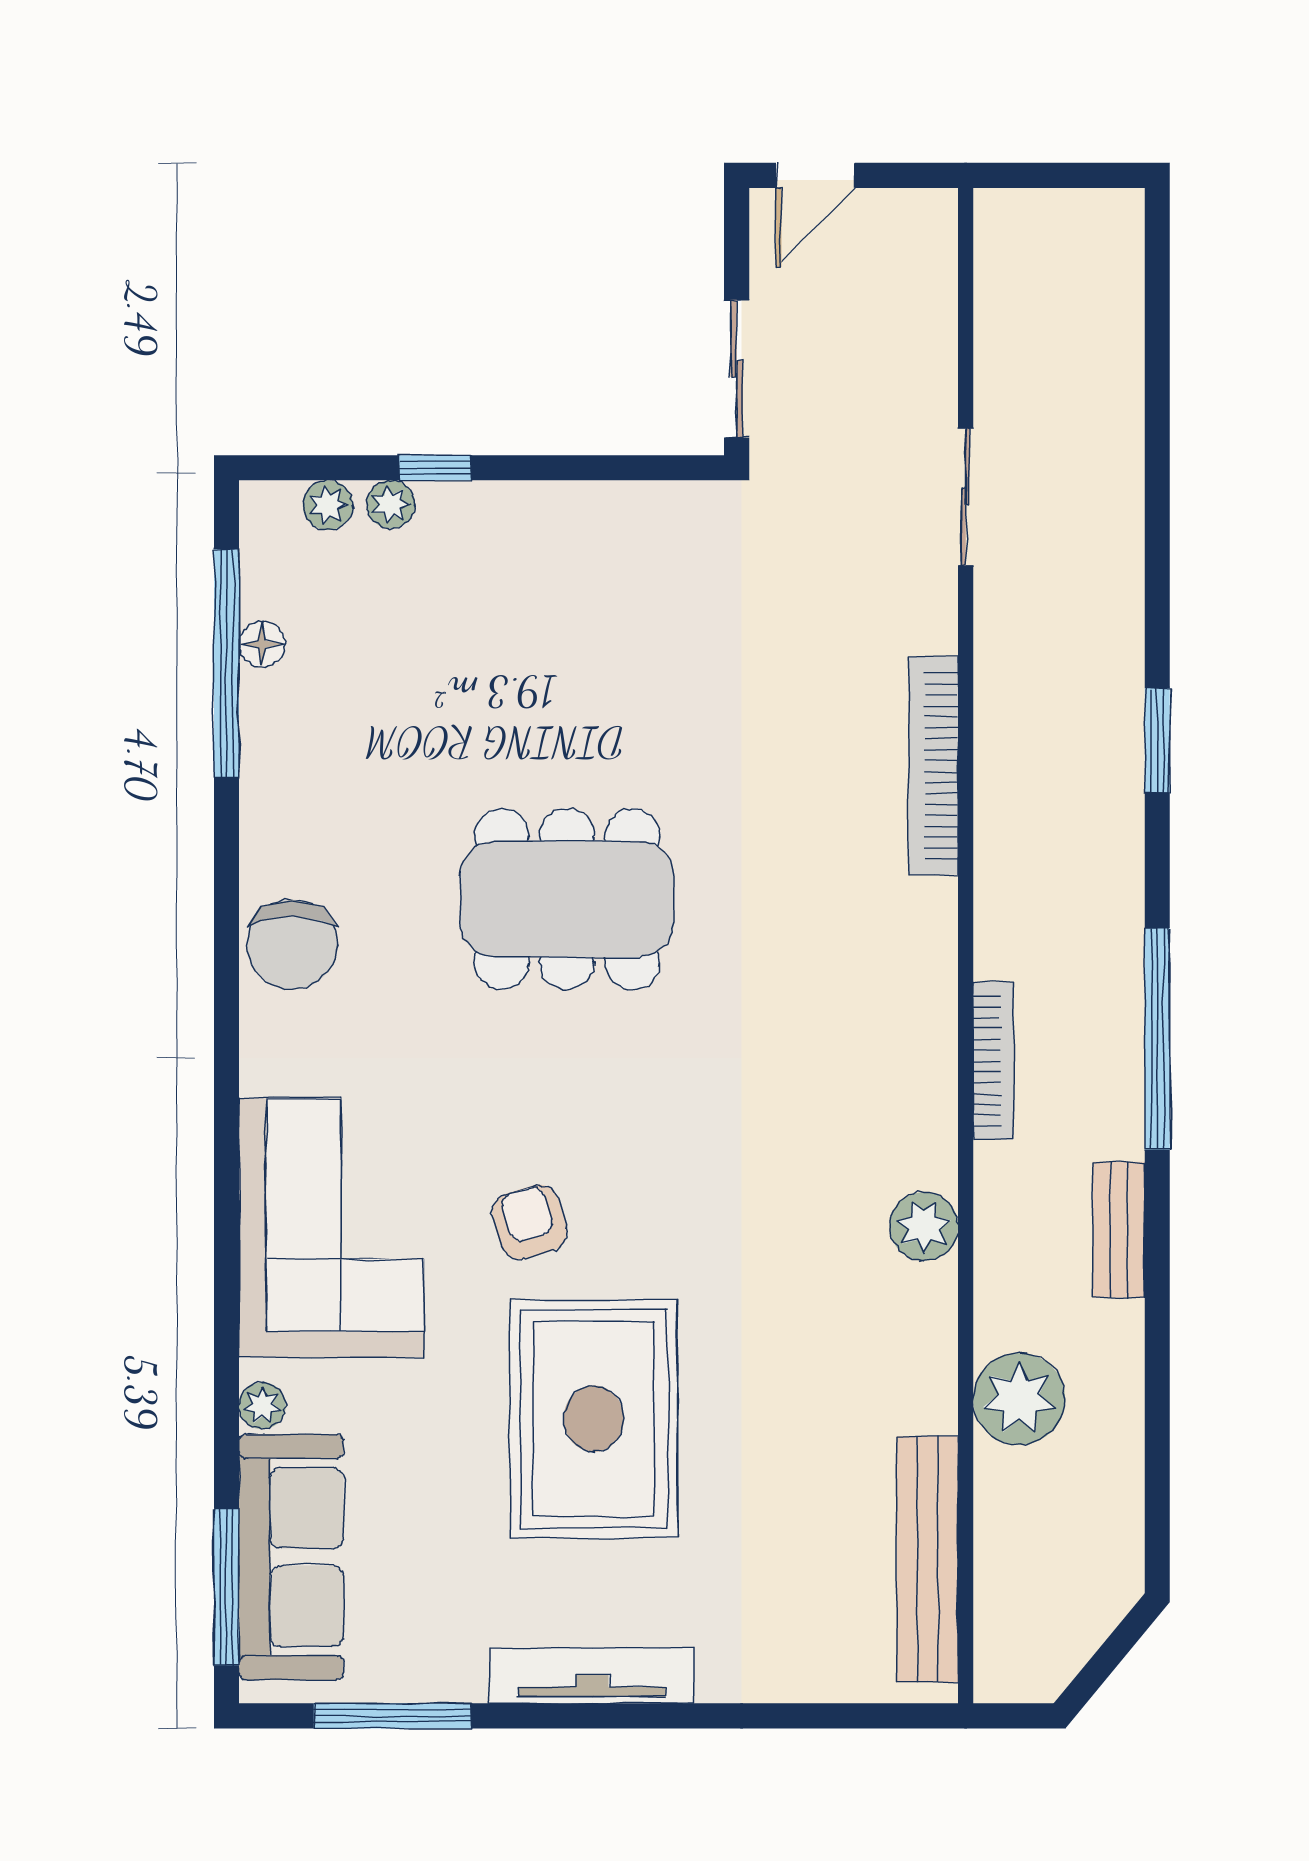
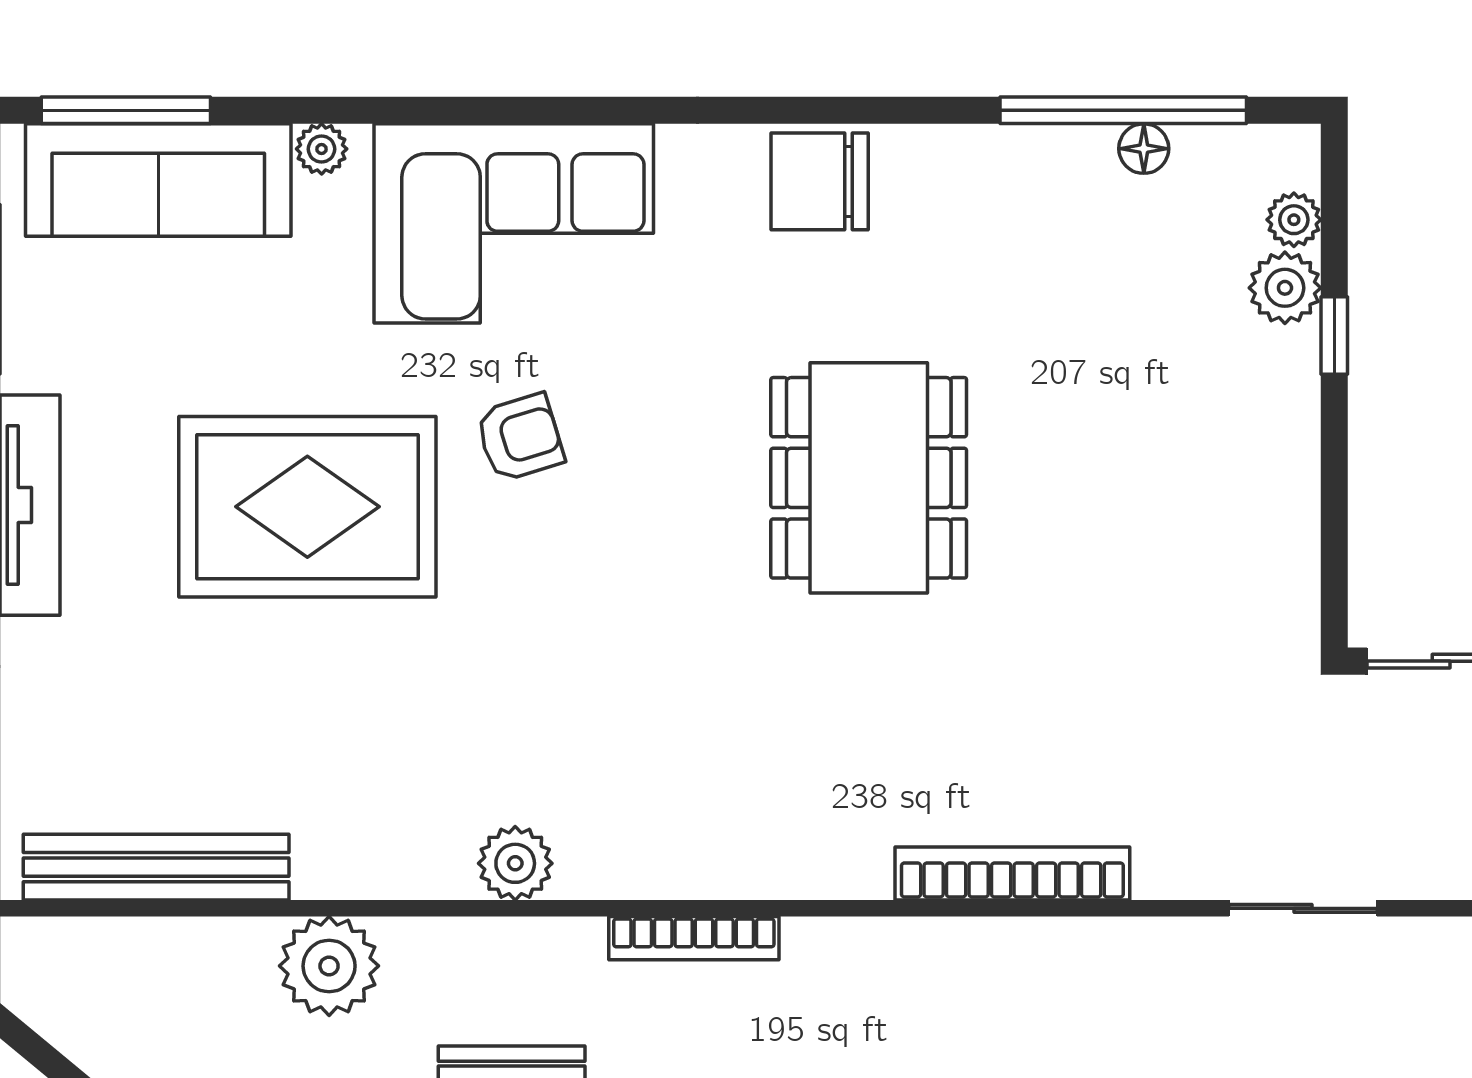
plant: (391, 504) -> (1285, 288), width x1.38, depth x1.38

